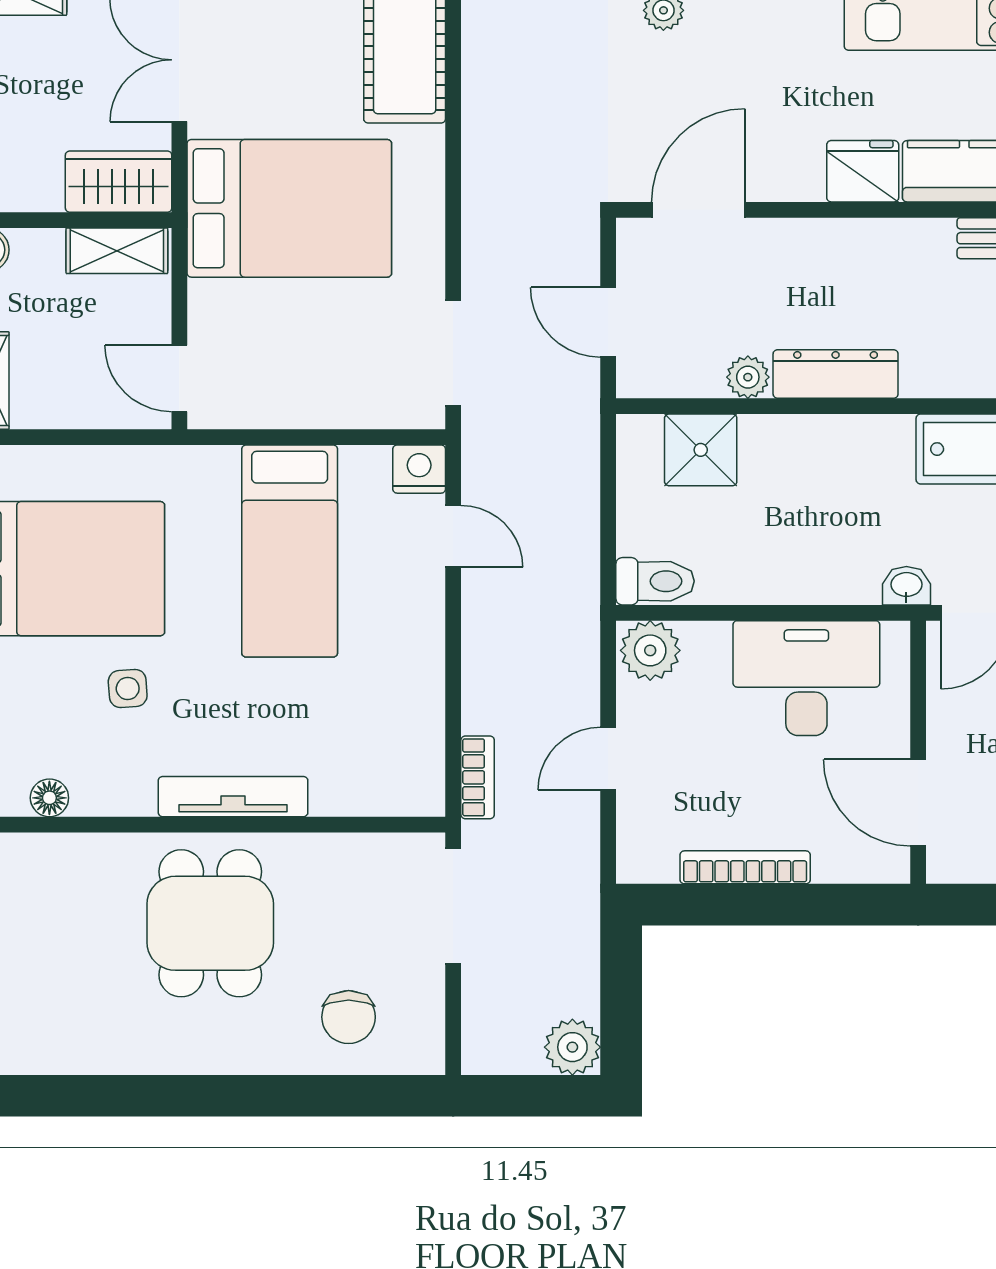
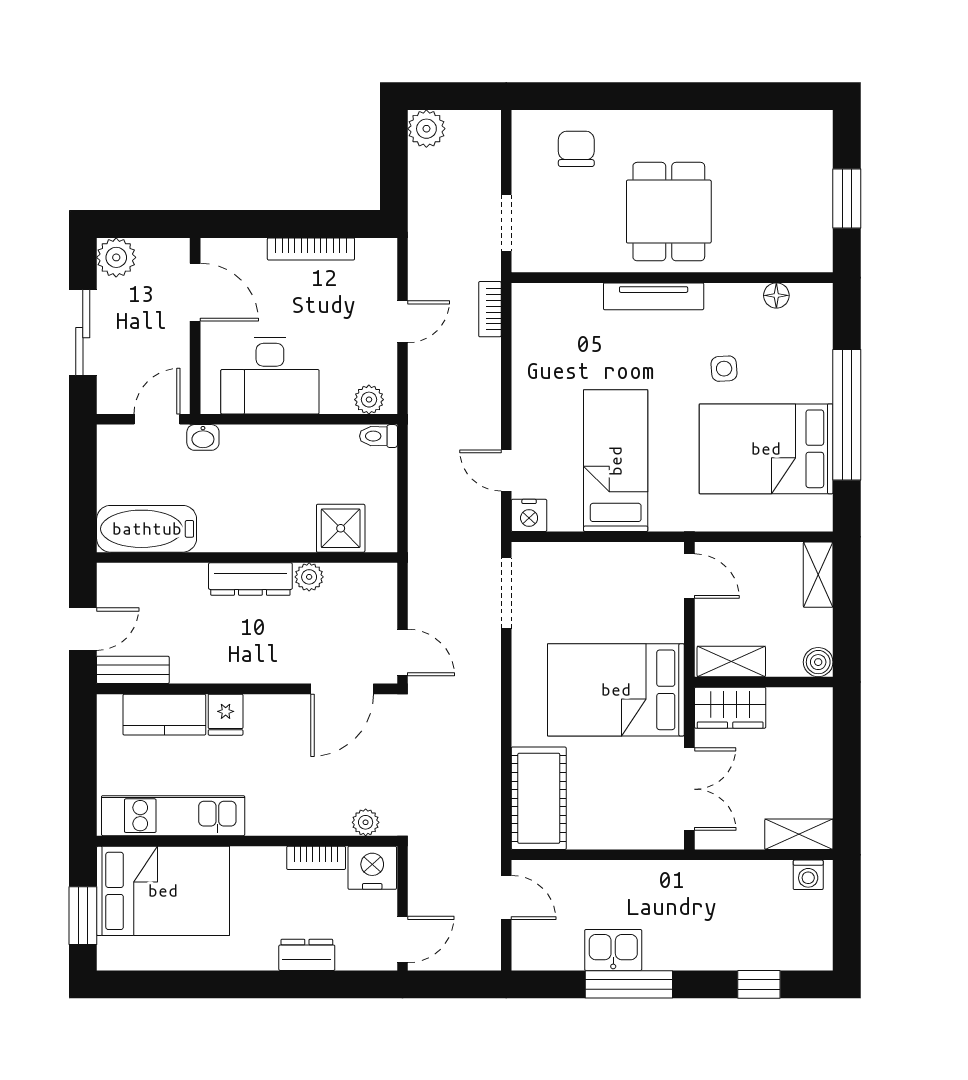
fridge: (863, 171) -> (226, 715), width x0.72
door: (608, 322) -> (403, 652), moved
toilet: (655, 581) -> (378, 436), width x0.73, depth x0.72
plant: (650, 650) -> (369, 400), width x0.73, depth x0.73
doorway: (453, 906) -> (506, 223), width x0.73

